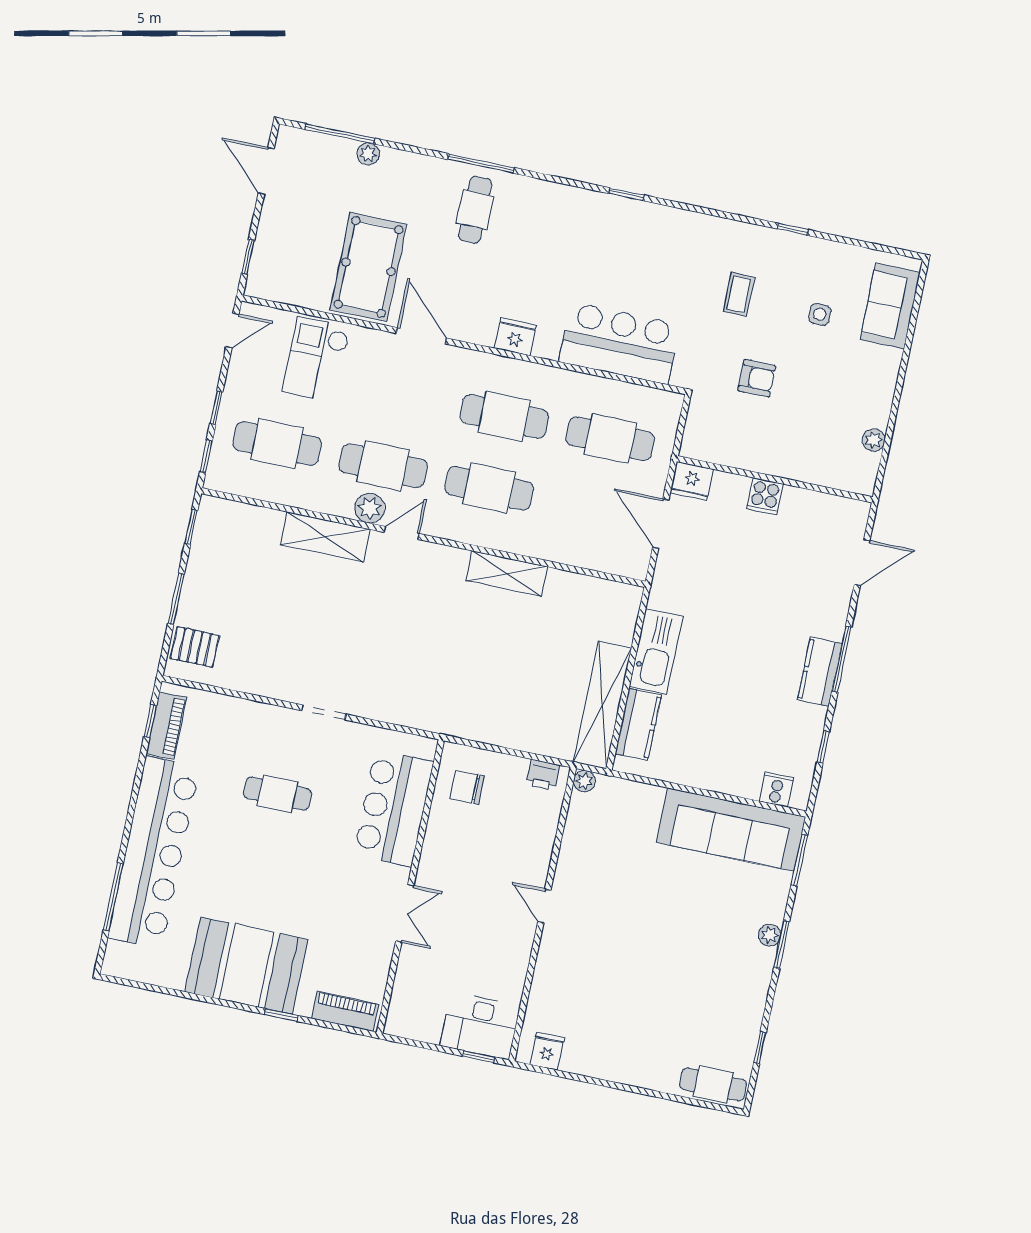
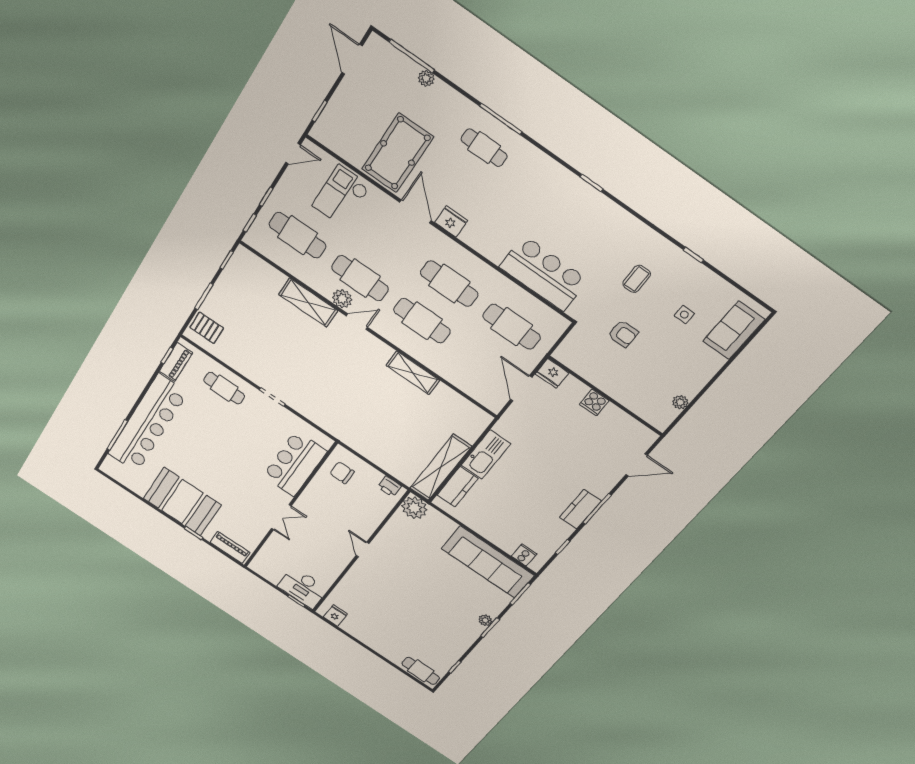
cafe table: (475, 210) -> (484, 148), turned 90
fridge: (515, 337) -> (451, 221), moved
plant: (584, 781) -> (414, 508), width x1.88, depth x1.88
cafe table: (278, 794) -> (224, 388), moved

